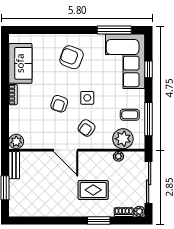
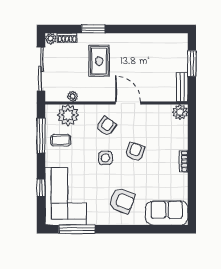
sofa: (20, 63) -> (167, 213), moved, turned 90
rug: (93, 190) -> (99, 61), turned 90

